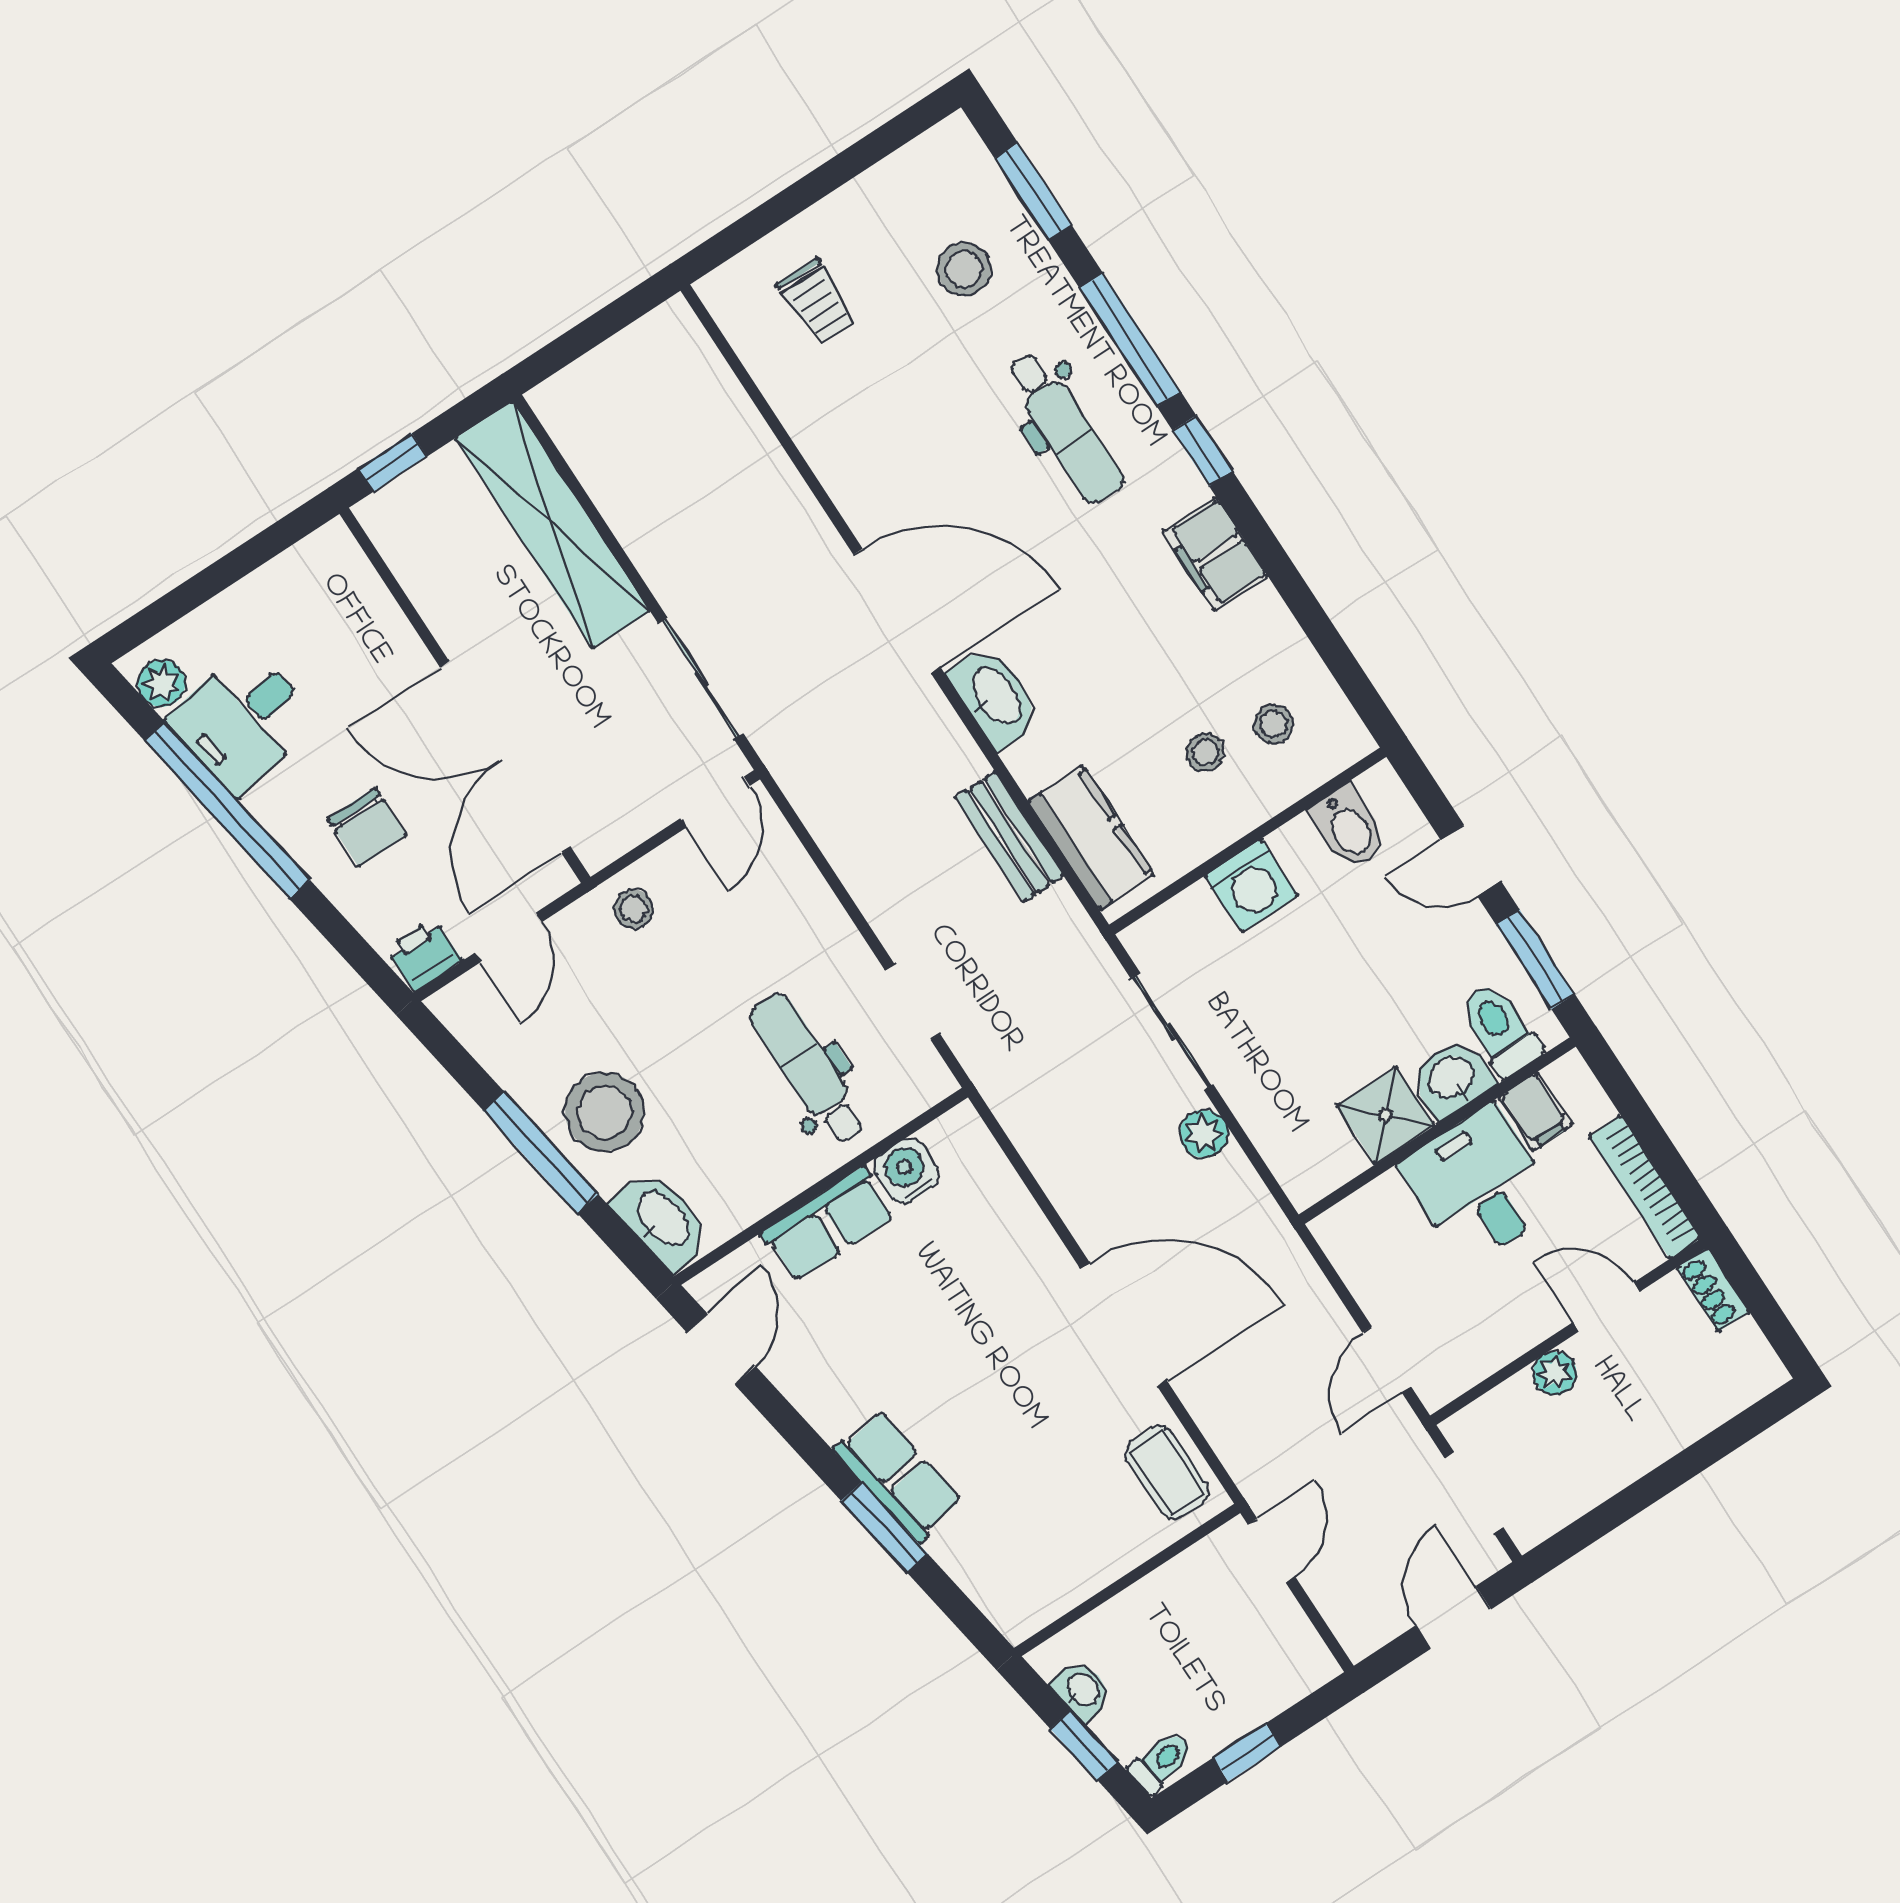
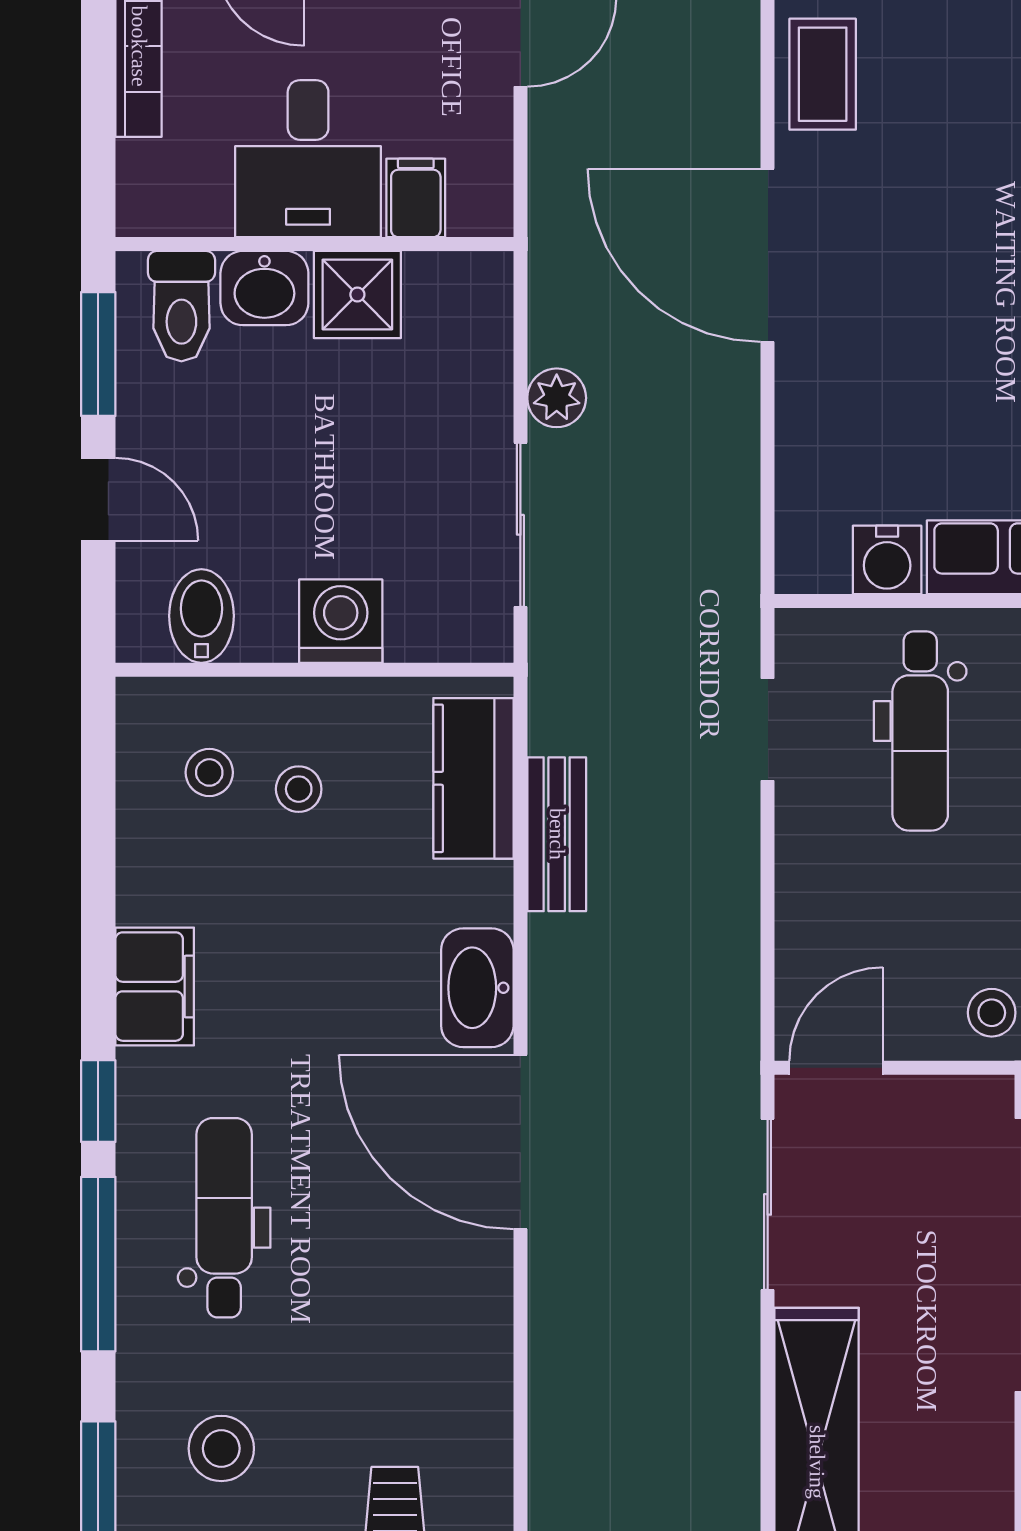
filing cabinet: (1535, 1111) -> (416, 198), moved

